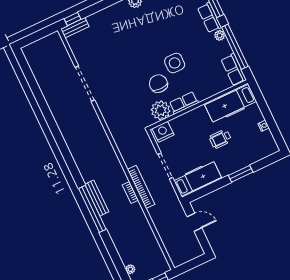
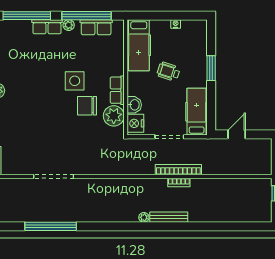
row of seats: (234, 70) -> (96, 27), moved
washbasin: (178, 123) -> (134, 105), added
wheelchair: (220, 139) -> (168, 72), turned 108
window: (92, 209) -> (51, 226), moved
plant: (130, 269) -> (144, 217), moved

